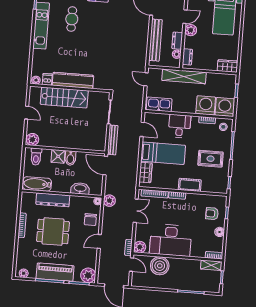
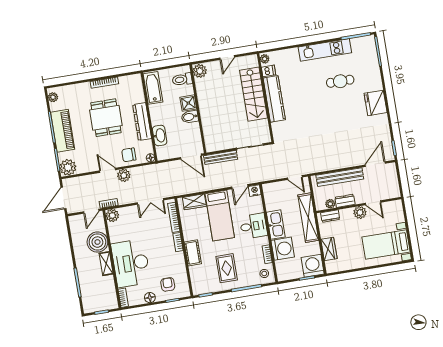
wardrobe: (227, 66) -> (329, 249), moved
door: (146, 79) -> (295, 177), swing flipped
kitchen sink: (159, 104) -> (276, 225), moved
washing machine: (225, 107) -> (313, 266), moved, turned -90
nightstand: (149, 117) -> (255, 191), added
door: (105, 166) -> (191, 157), swing flipped
dresser: (53, 200) -> (142, 122), moved
plant: (109, 201) -> (124, 175), moved
desk: (171, 240) -> (131, 263), moved
shelving: (211, 265) -> (106, 264), moved

